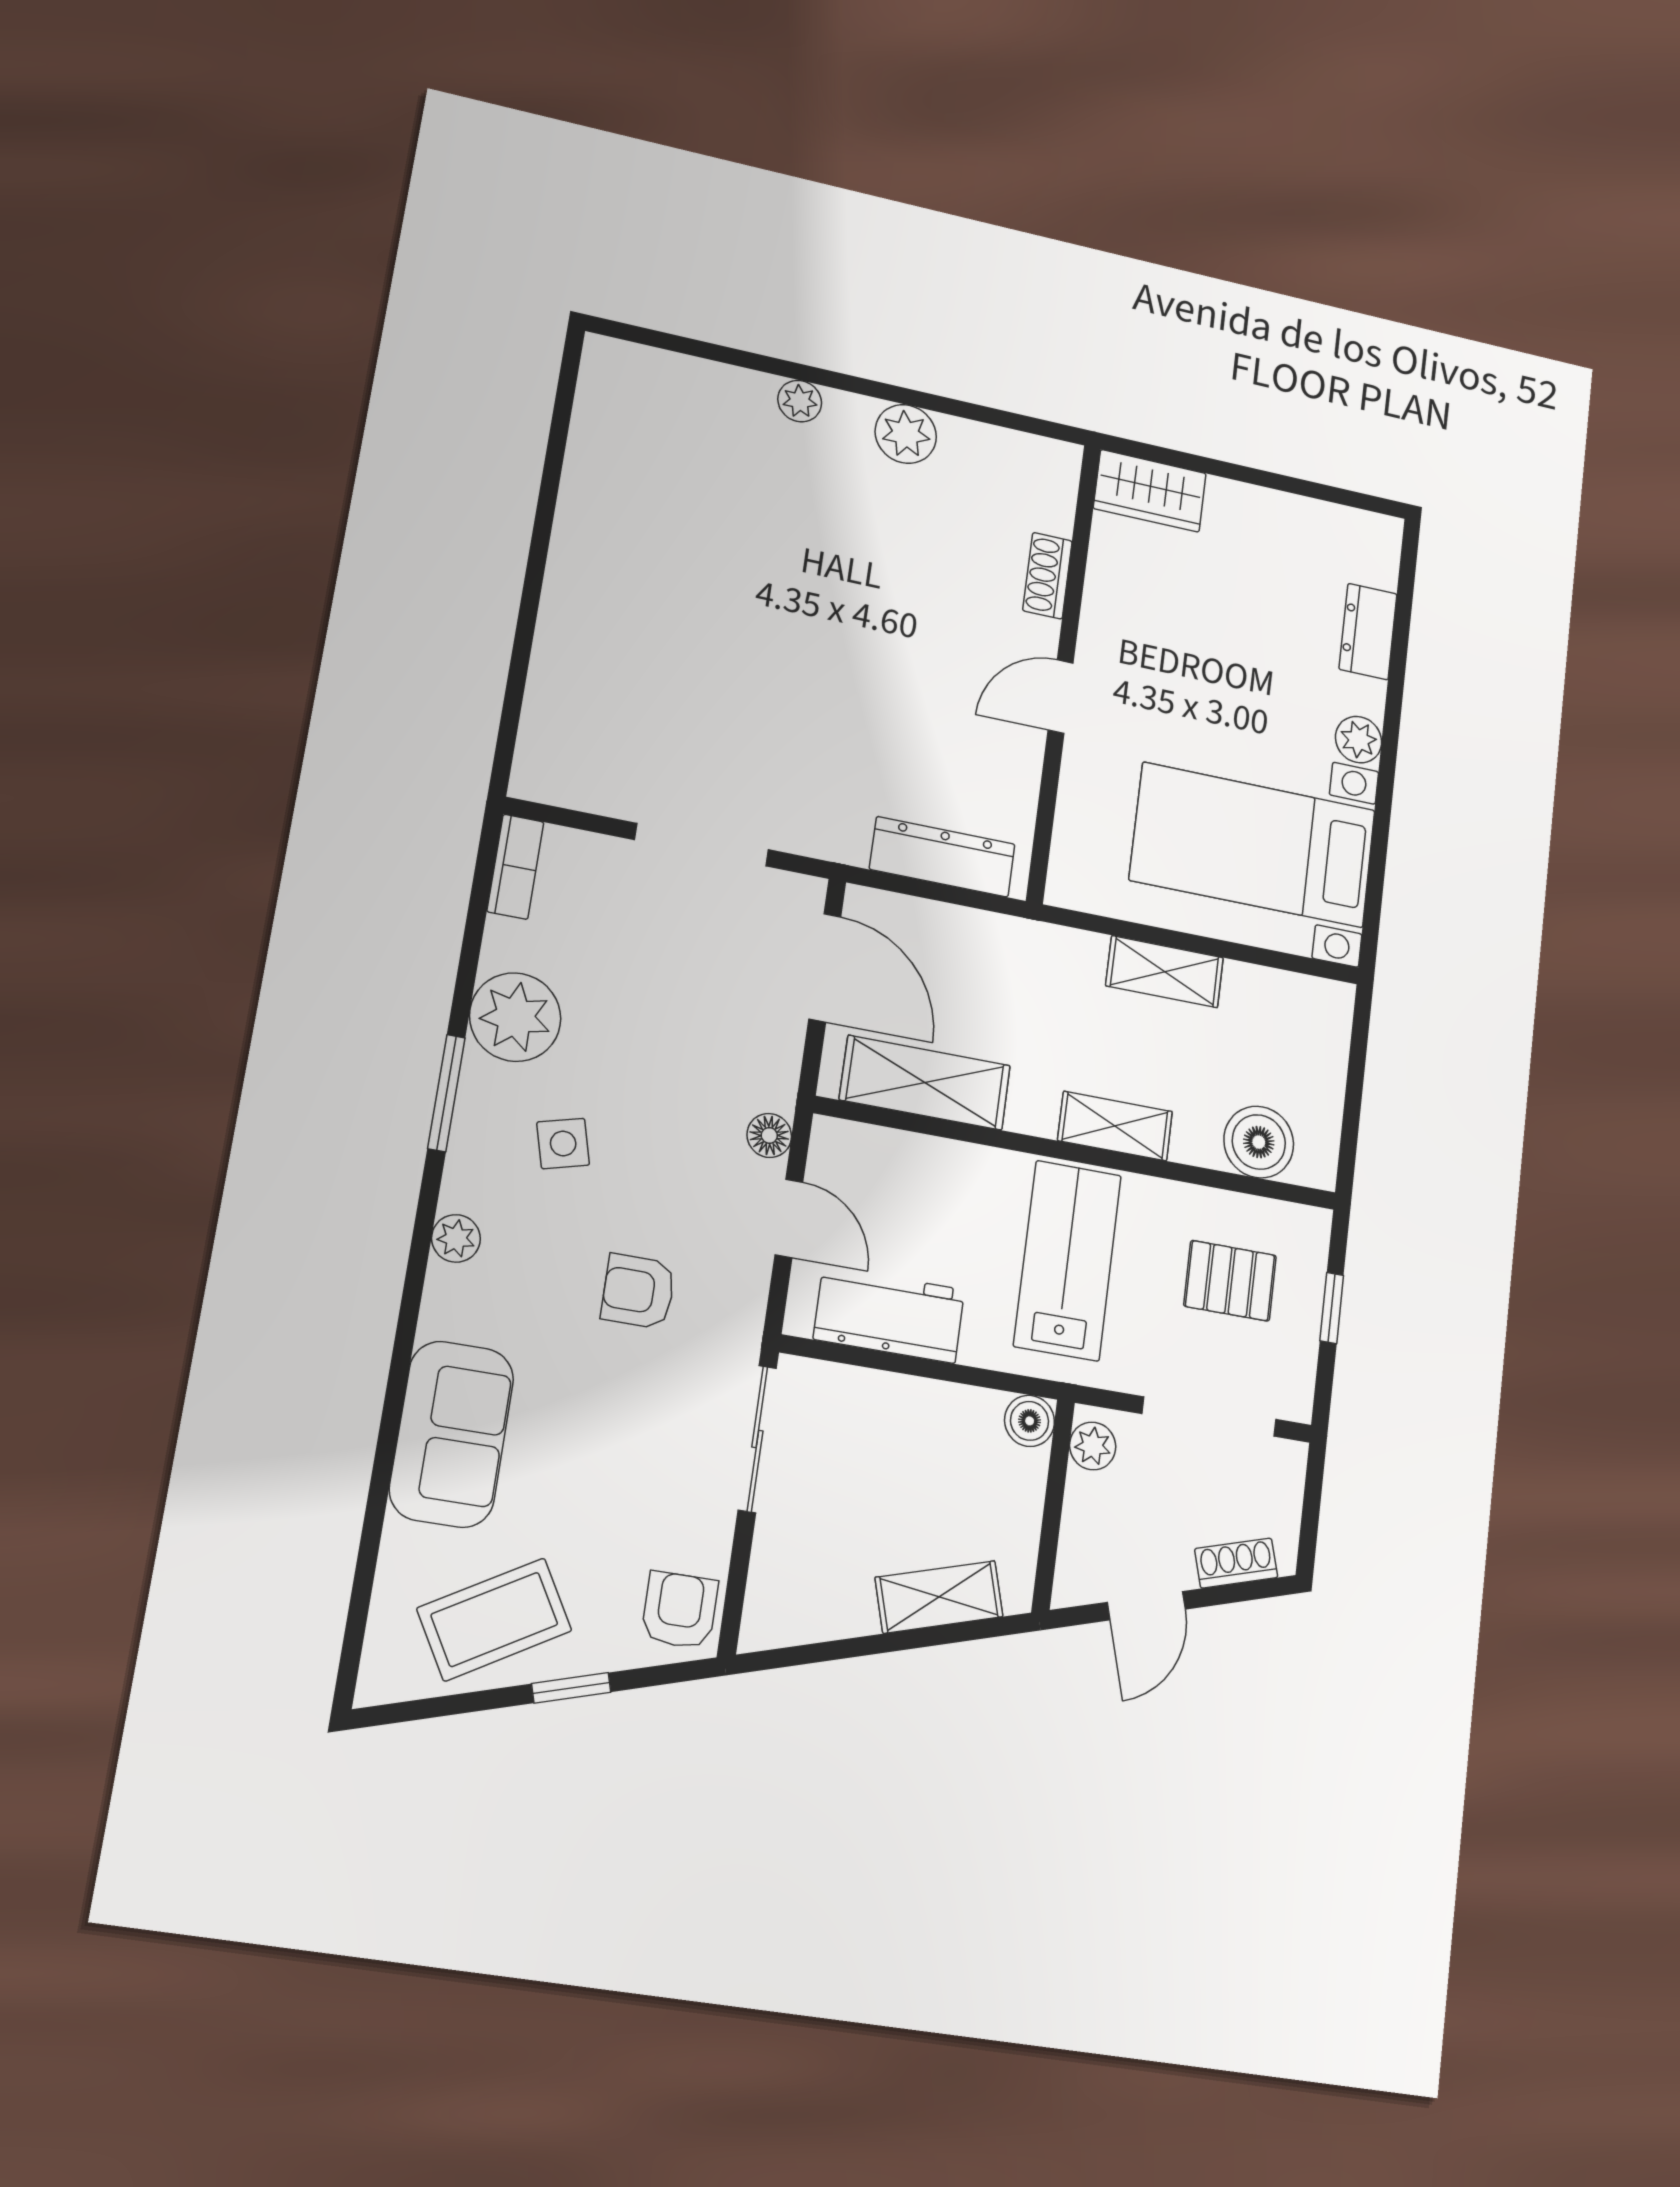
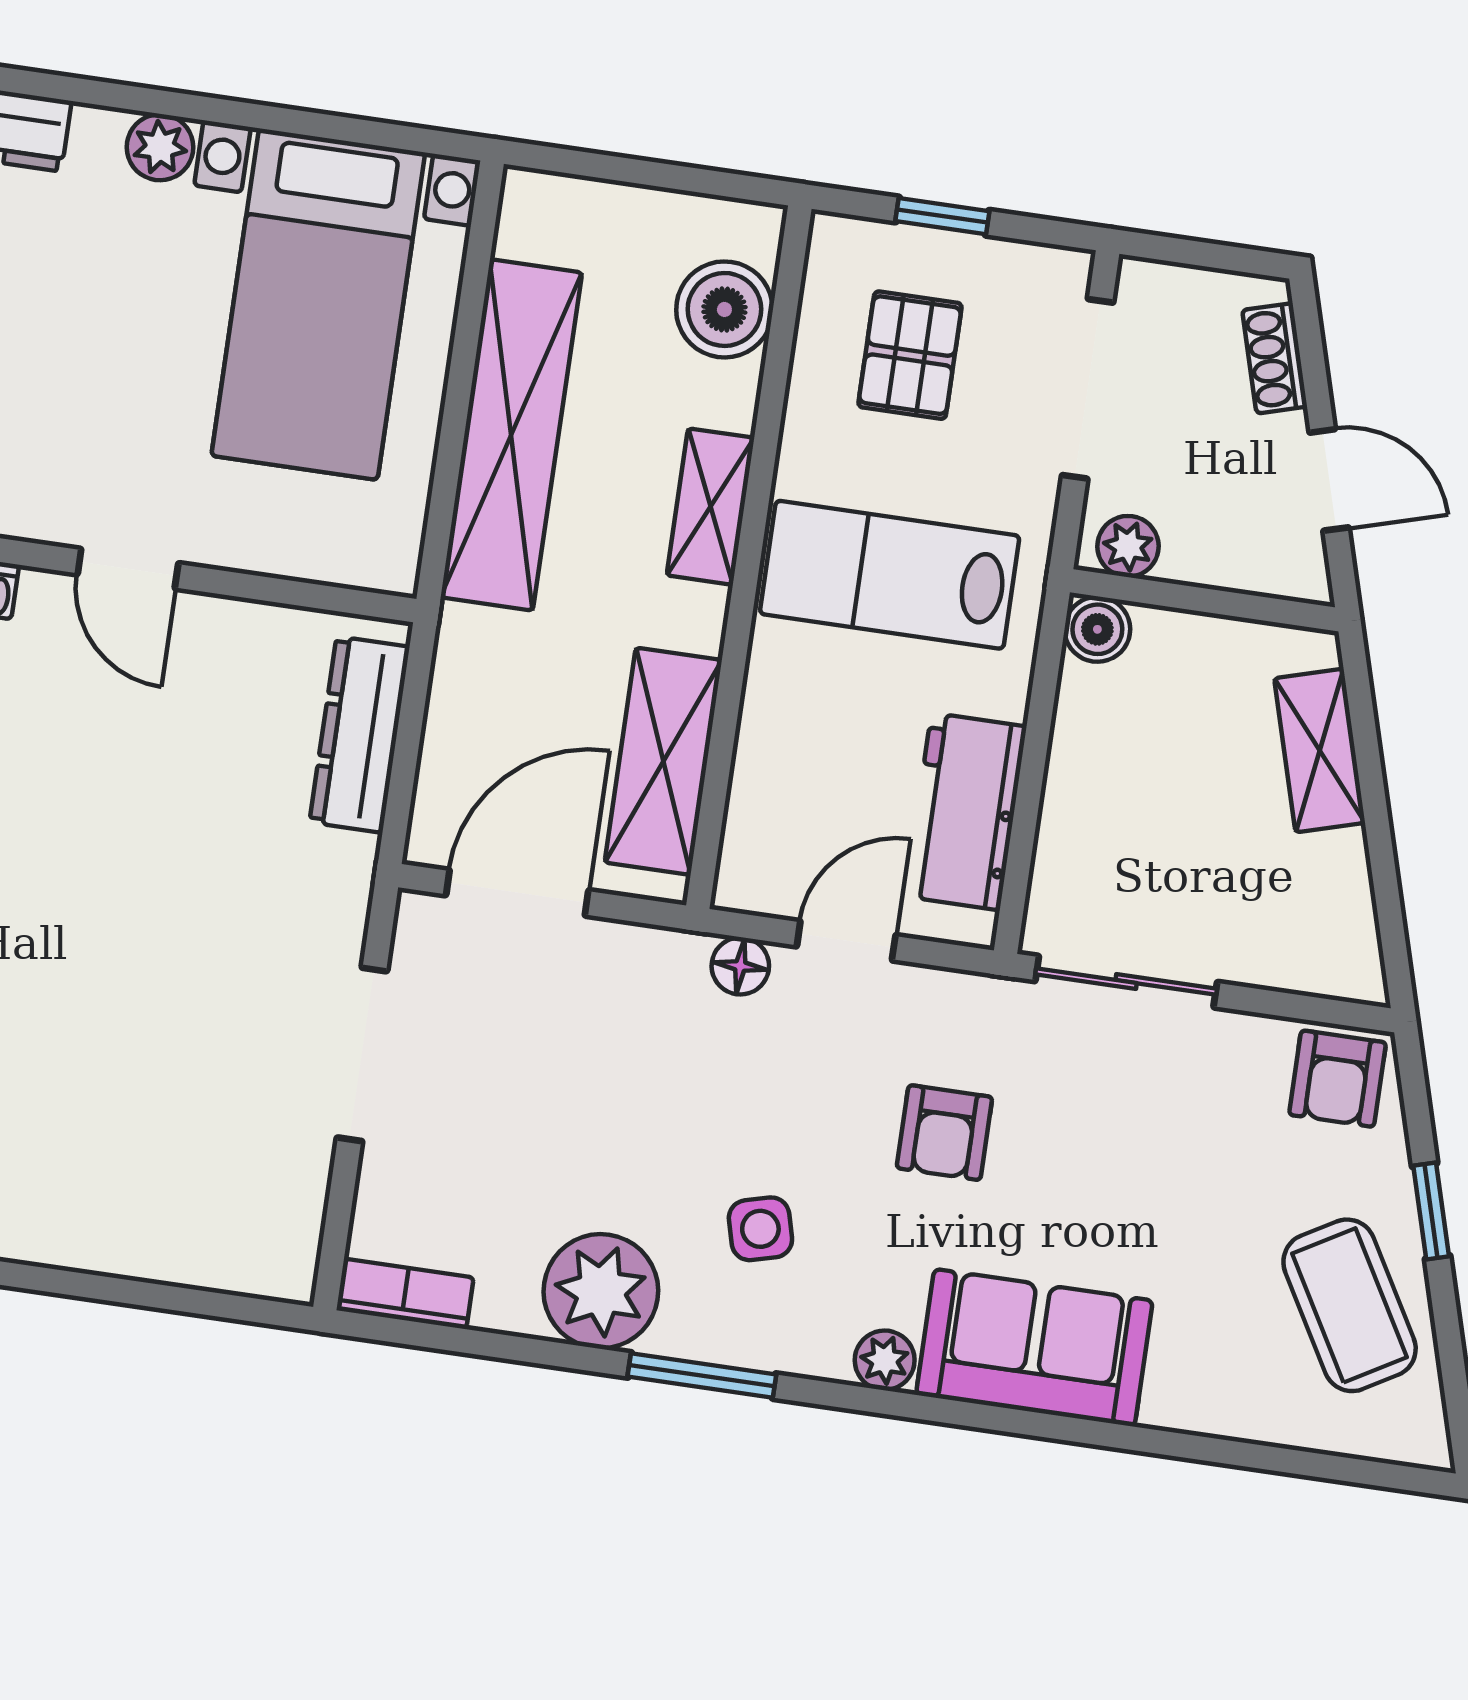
shelving: (1165, 972) -> (511, 435), width x2.20, depth x1.33
sofa: (452, 1434) -> (1034, 1348), moved
armchair: (680, 1610) -> (1337, 1079), turned -90

